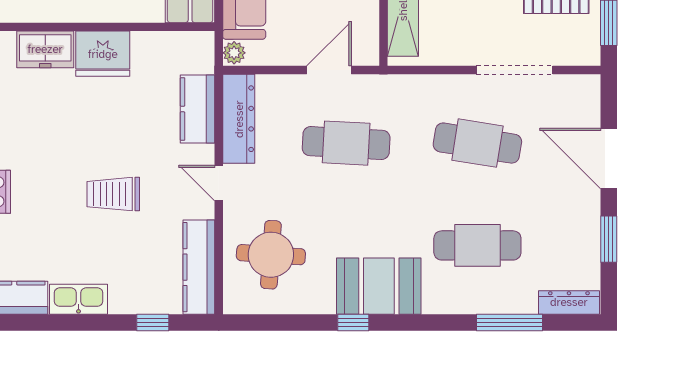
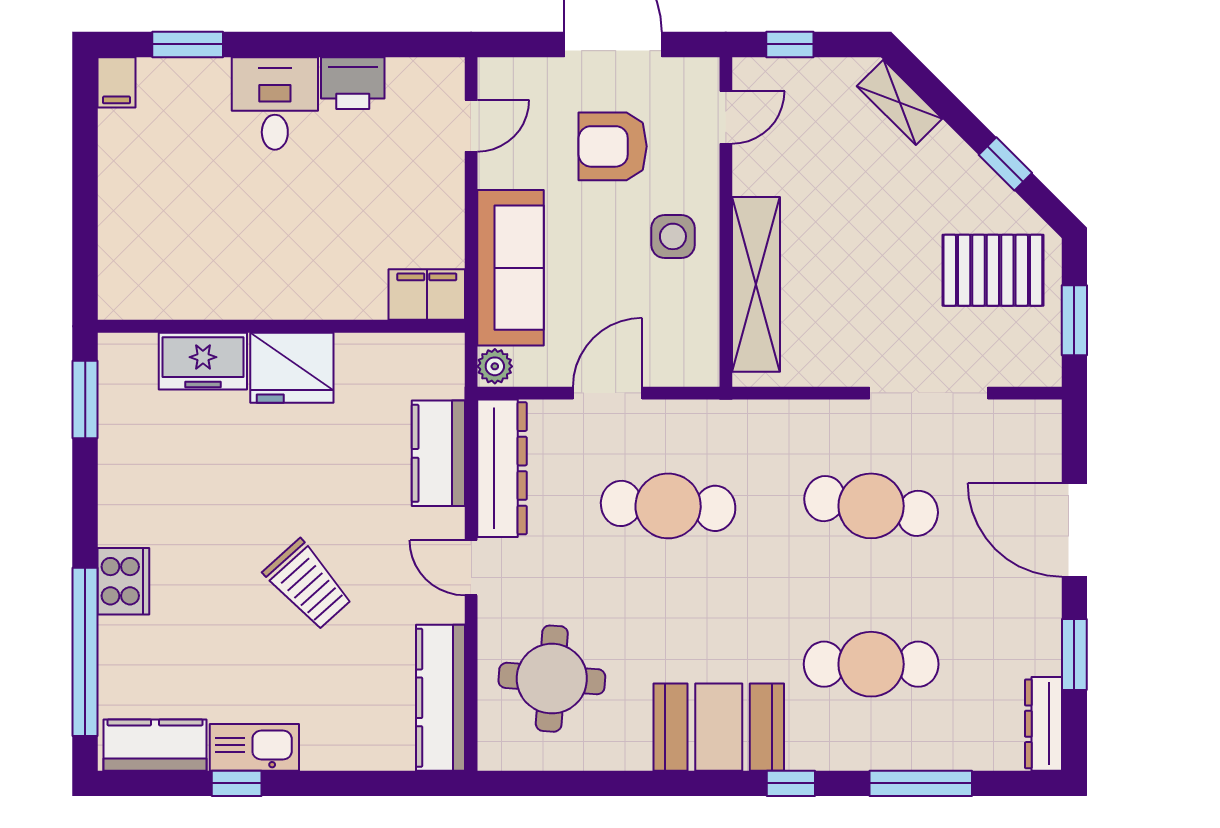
door: (329, 70) -> (608, 393), moved
trolley: (113, 194) -> (308, 585), turned -132
dresser: (569, 302) -> (1043, 724), moved, turned -90
window: (153, 322) -> (237, 783), moved
window: (353, 322) -> (791, 783), moved

